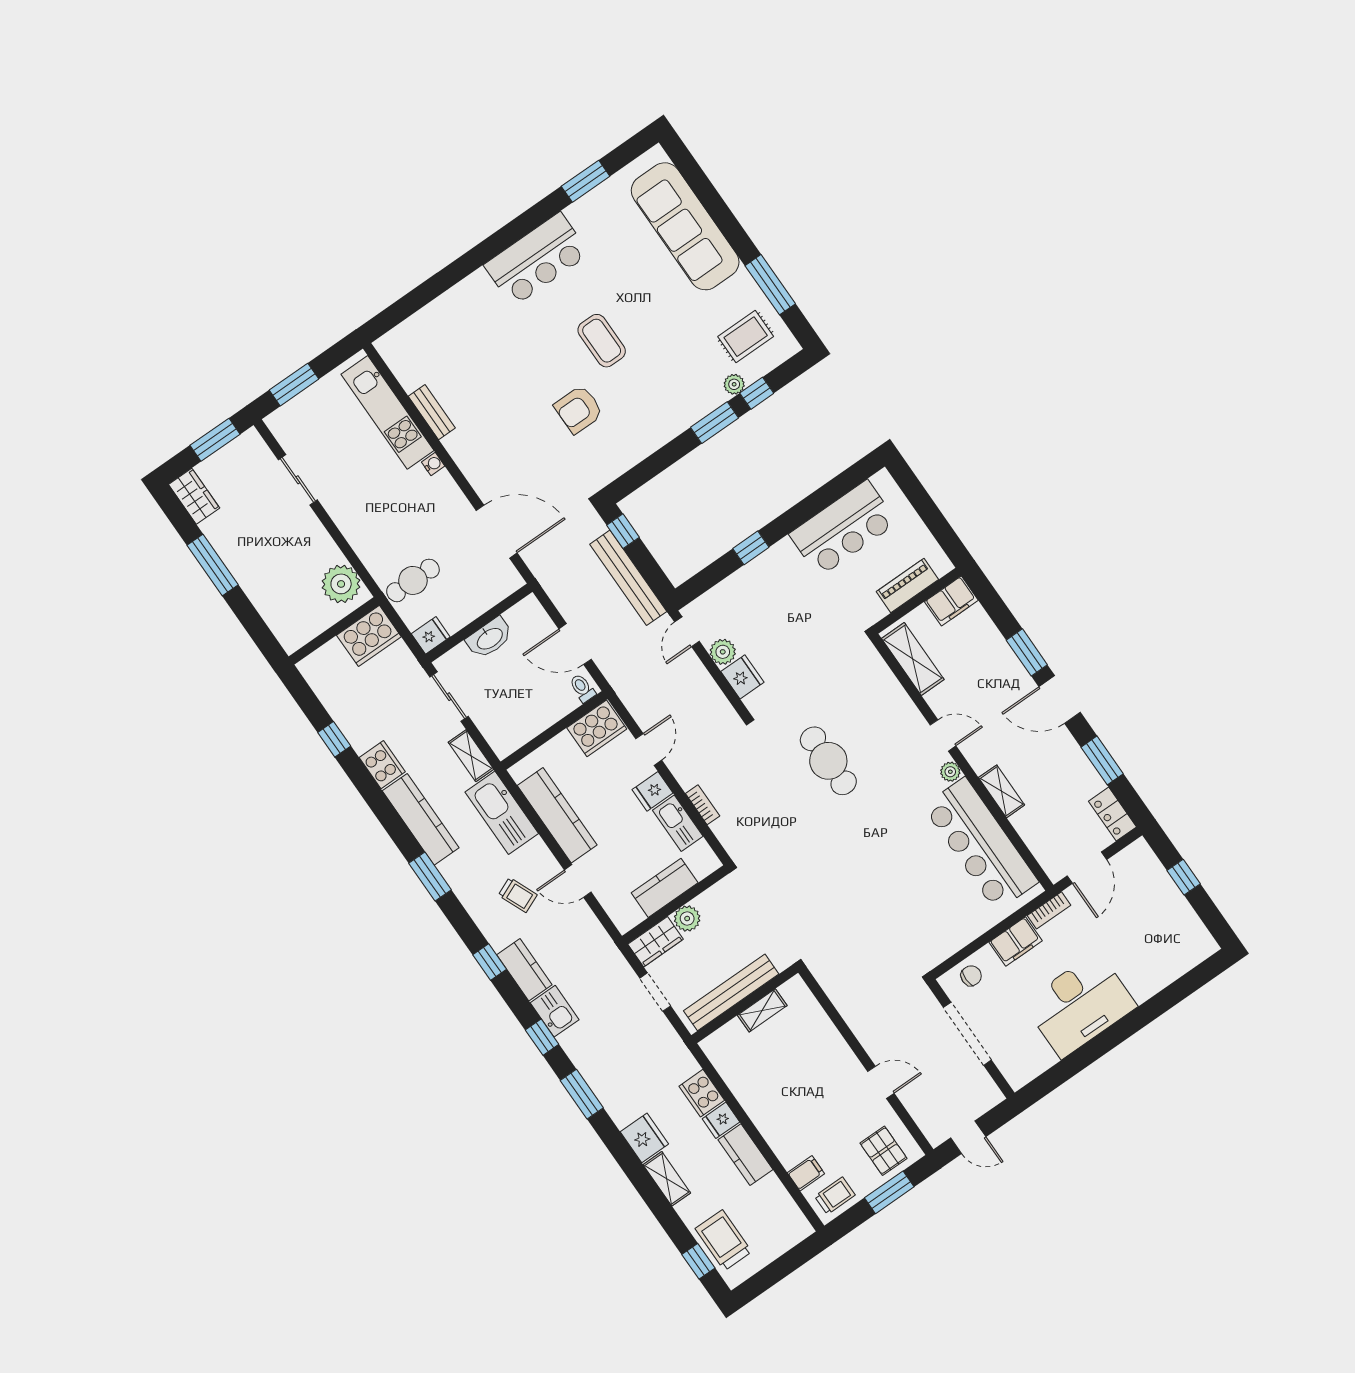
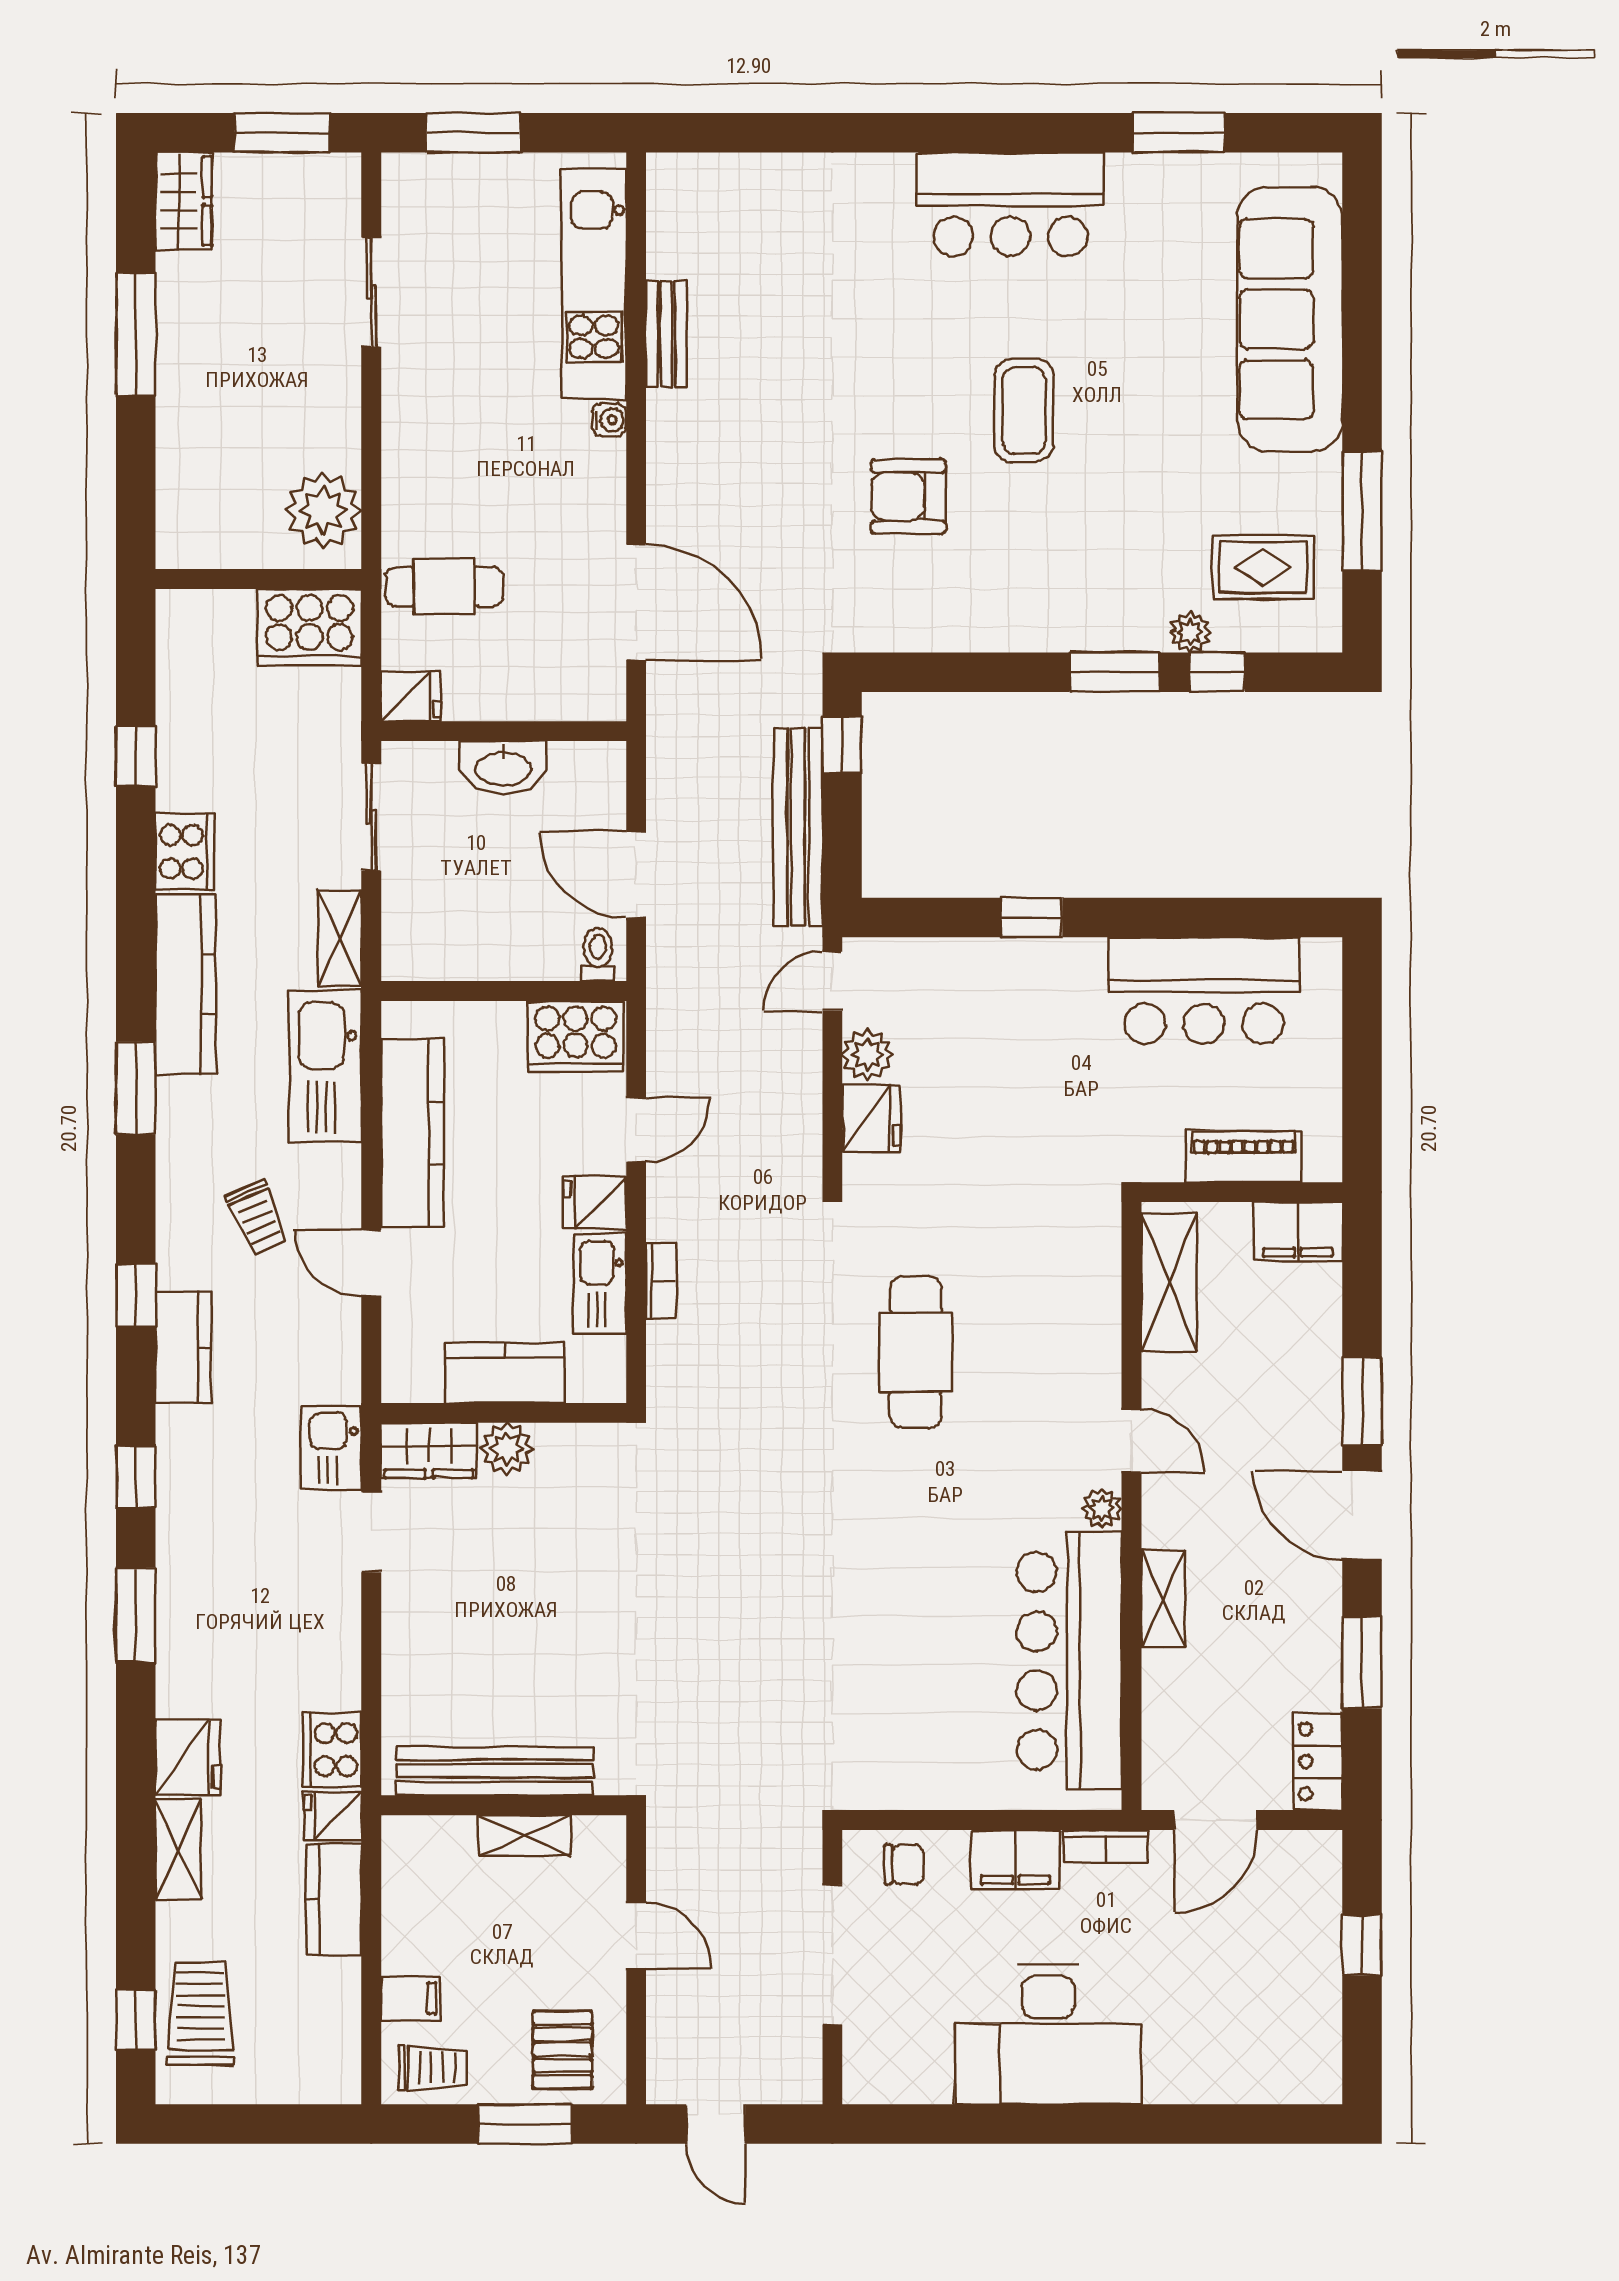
bench: (731, 992) -> (495, 1771), moved
wall: (745, 1004) -> (504, 1805), moved
shelving: (762, 1010) -> (525, 1836), moved
kitchen sink: (555, 1011) -> (331, 1448), moved, turned 180

